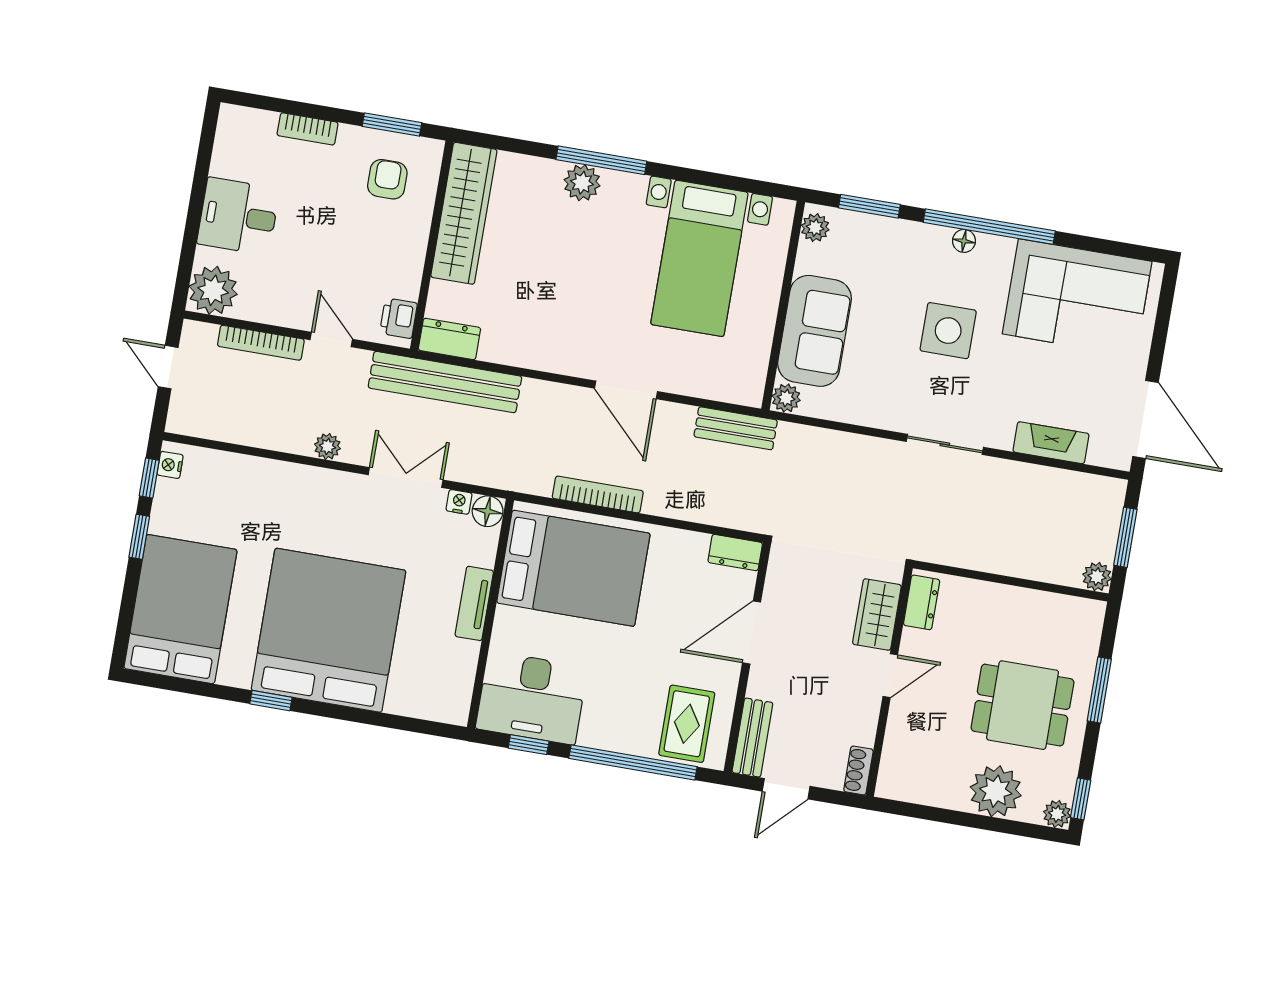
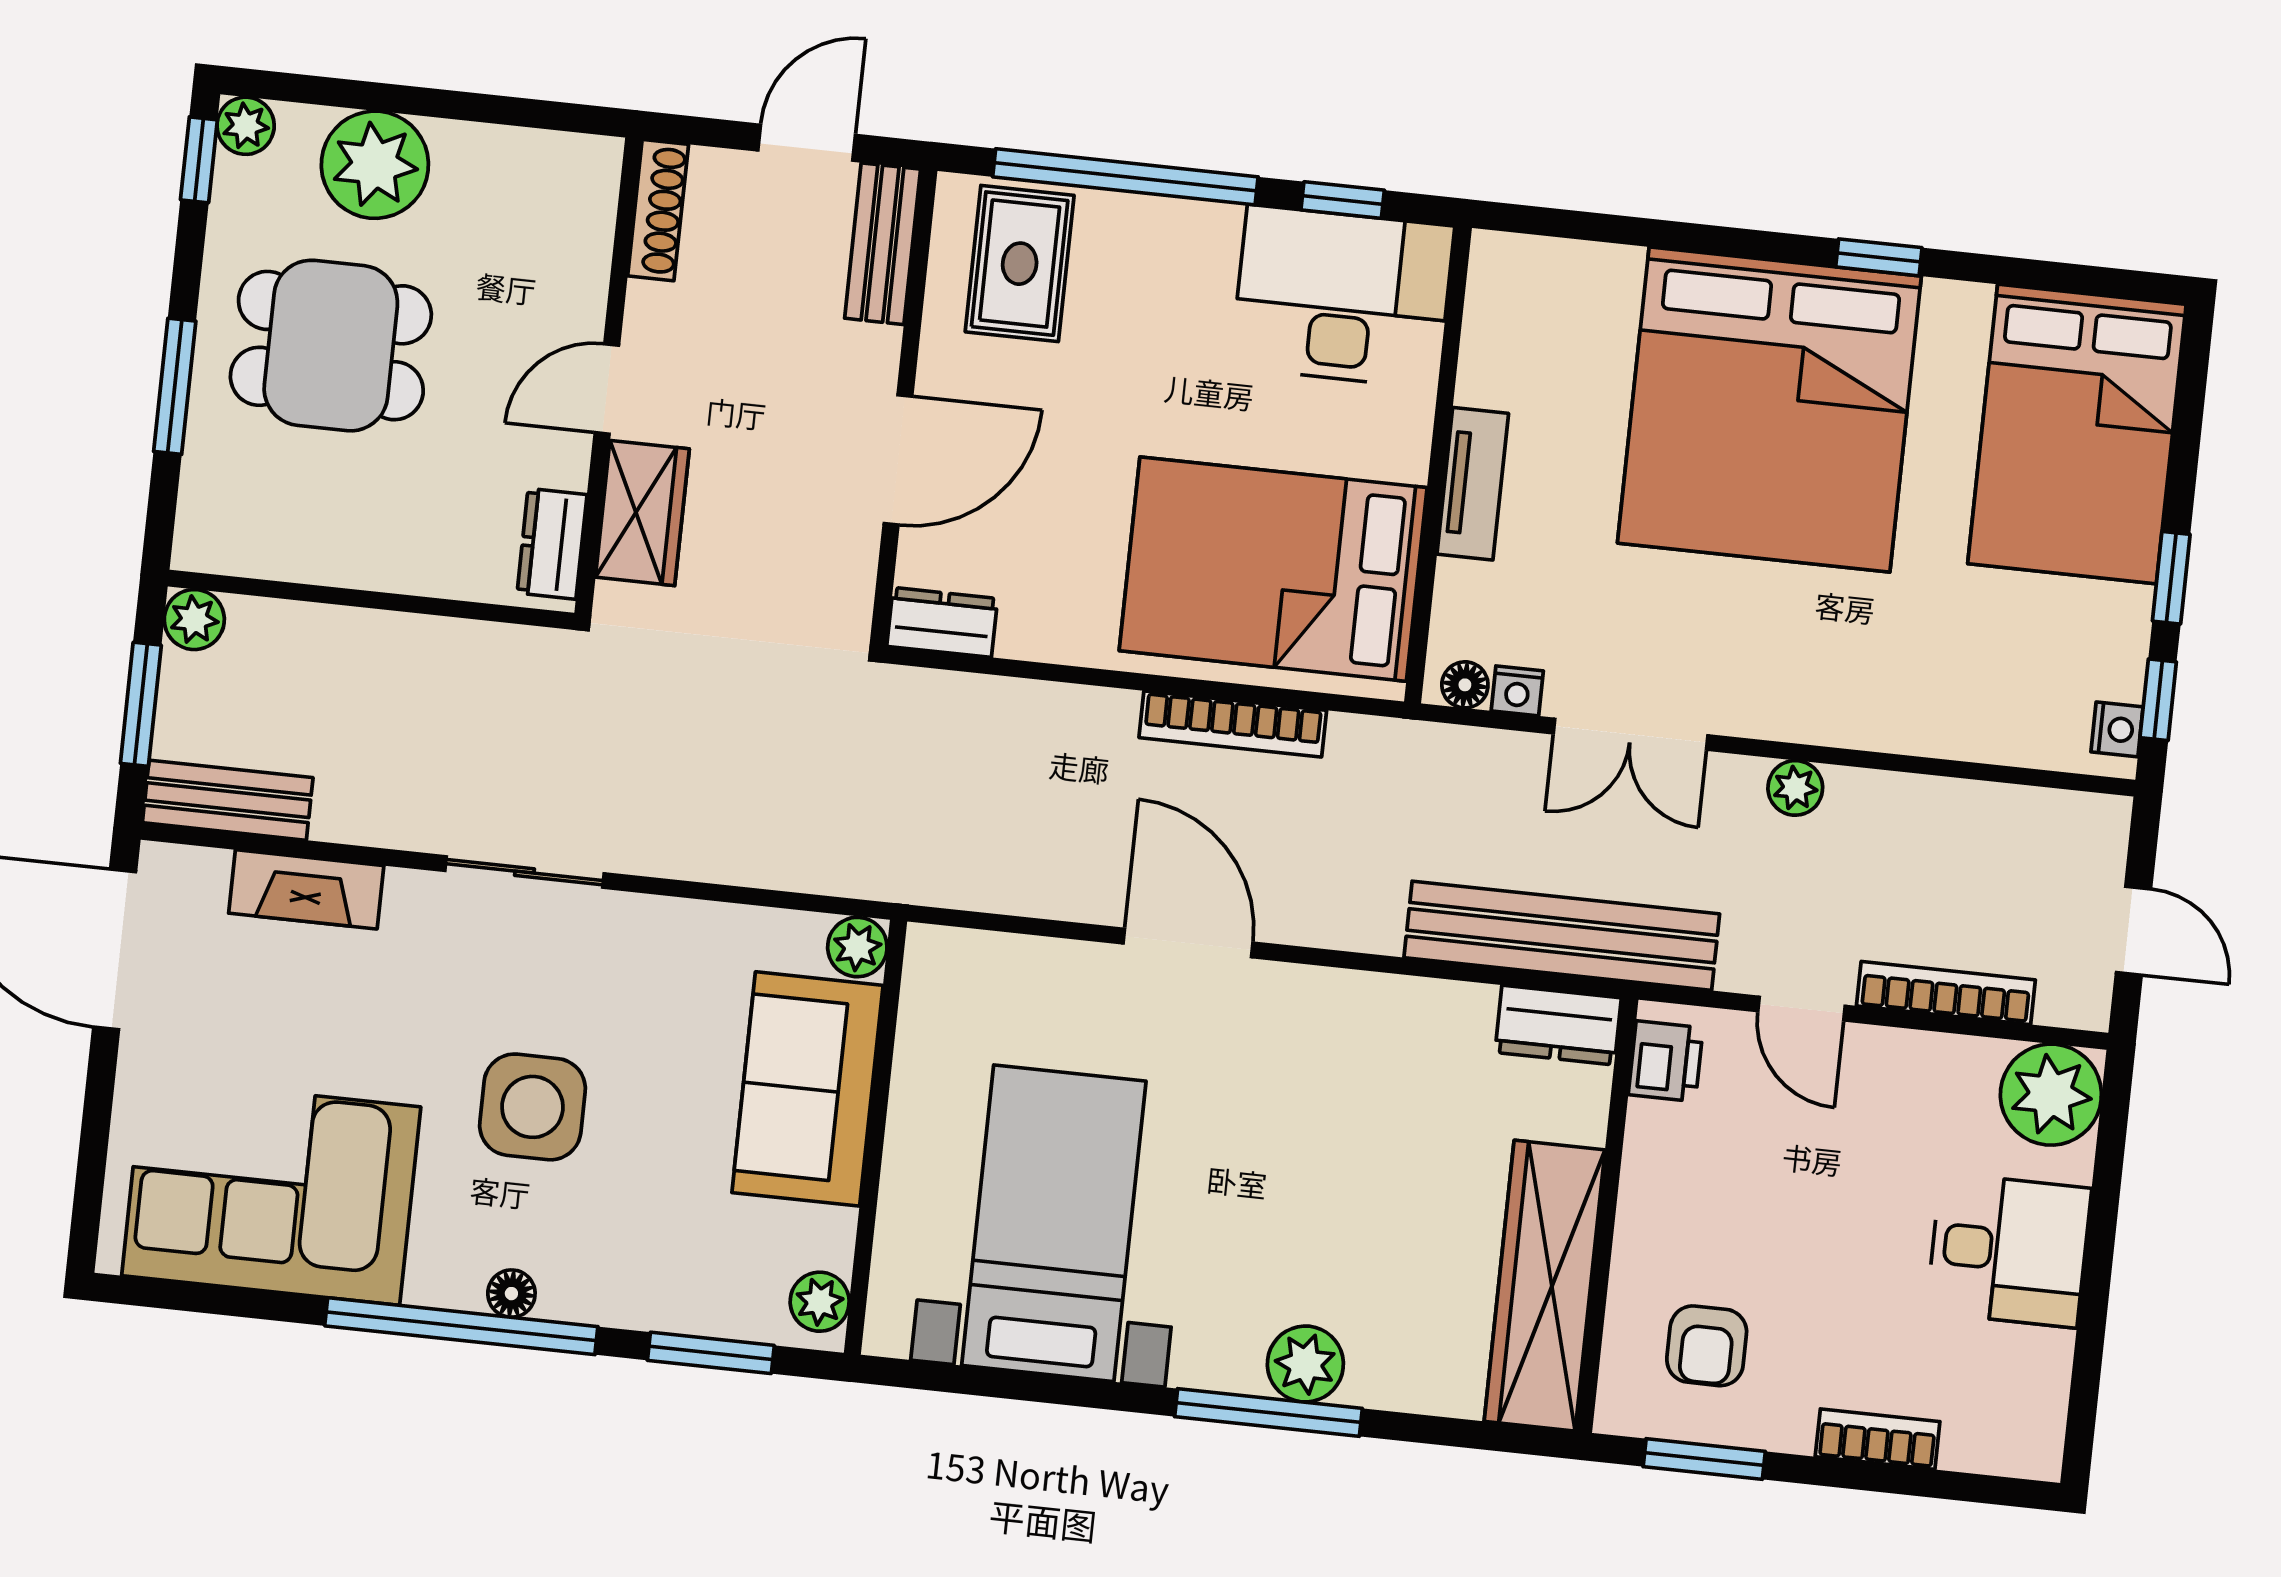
bench: (736, 428) -> (228, 800), moved
floor lamp: (488, 511) -> (1465, 685), width x0.73, depth x0.73
shoe rack: (858, 770) -> (658, 210), width x1.43

